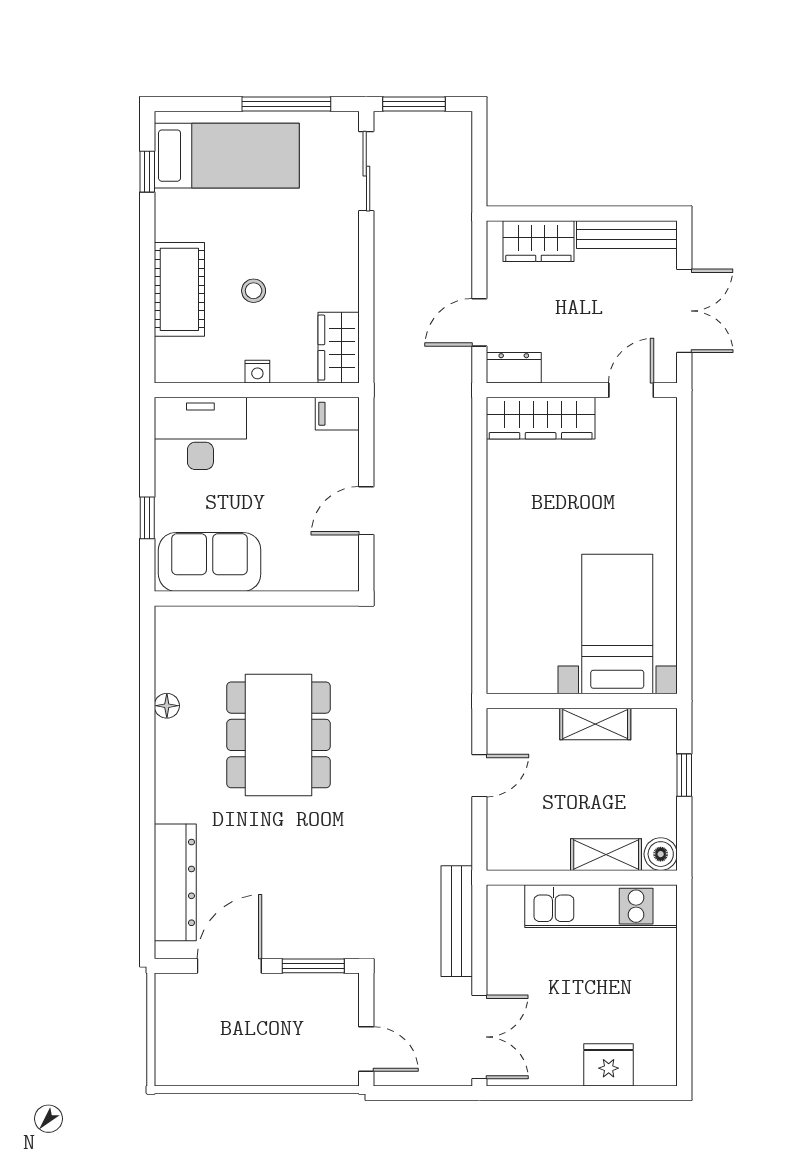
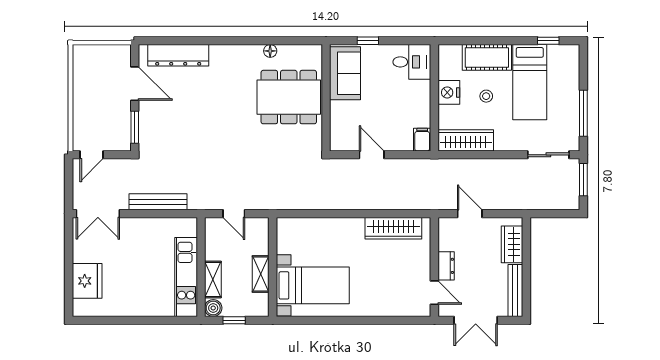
bed: (227, 156) -> (530, 82), moved
wardrobe: (339, 348) -> (466, 140), width x1.50
dresser: (514, 368) -> (446, 266), moved
nightstand: (257, 372) -> (449, 92), width x1.89, depth x1.79
wardrobe: (541, 418) -> (393, 228), moved, turned -90
desk: (200, 433) -> (412, 62), width x0.73
dining table: (279, 735) -> (289, 97), moved
boiler: (661, 854) -> (213, 308), moved
shelving: (606, 855) -> (213, 280), moved
wall: (582, 878) -> (201, 267), moved
kitchen unit: (601, 906) -> (186, 277), moved
fridge: (609, 1065) -> (87, 281), width x1.36, depth x1.34

